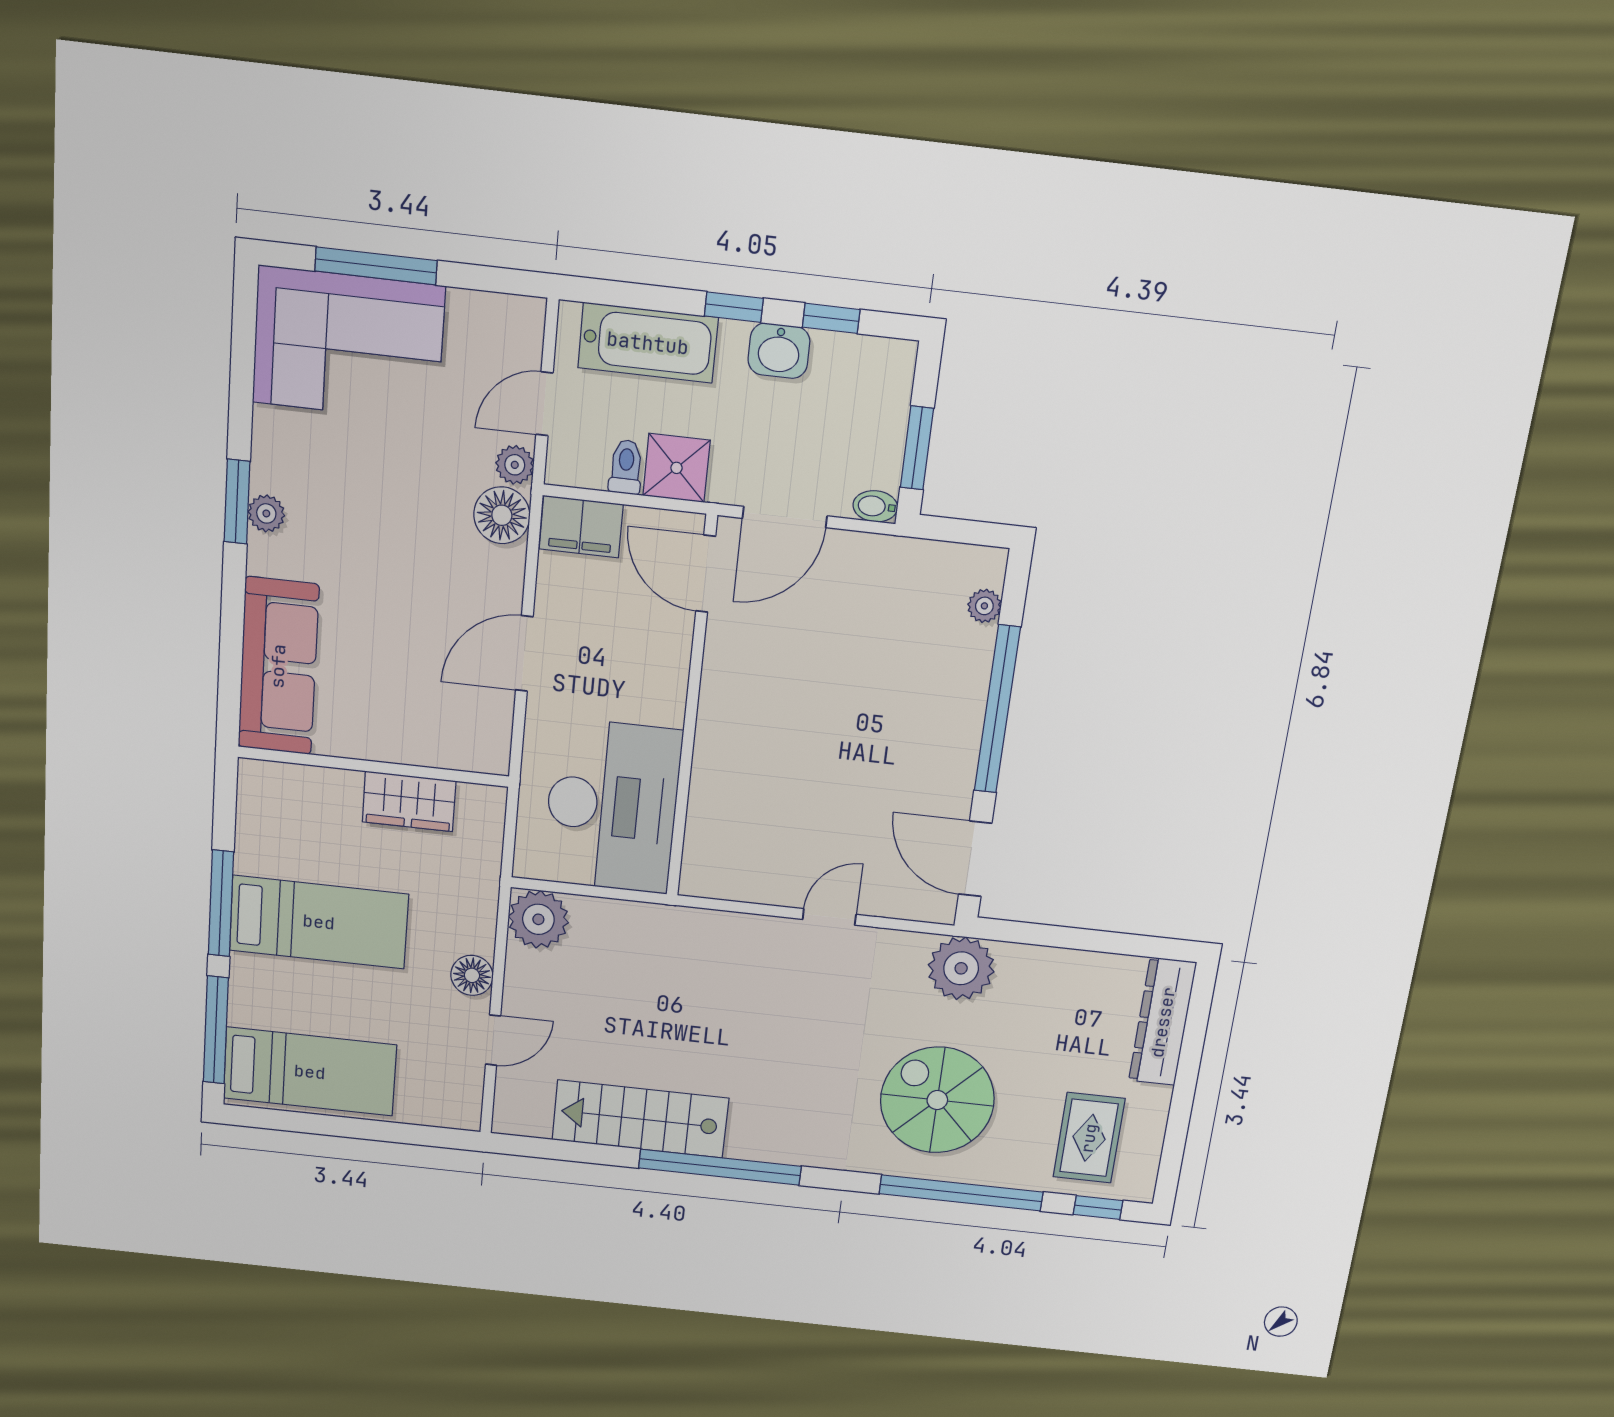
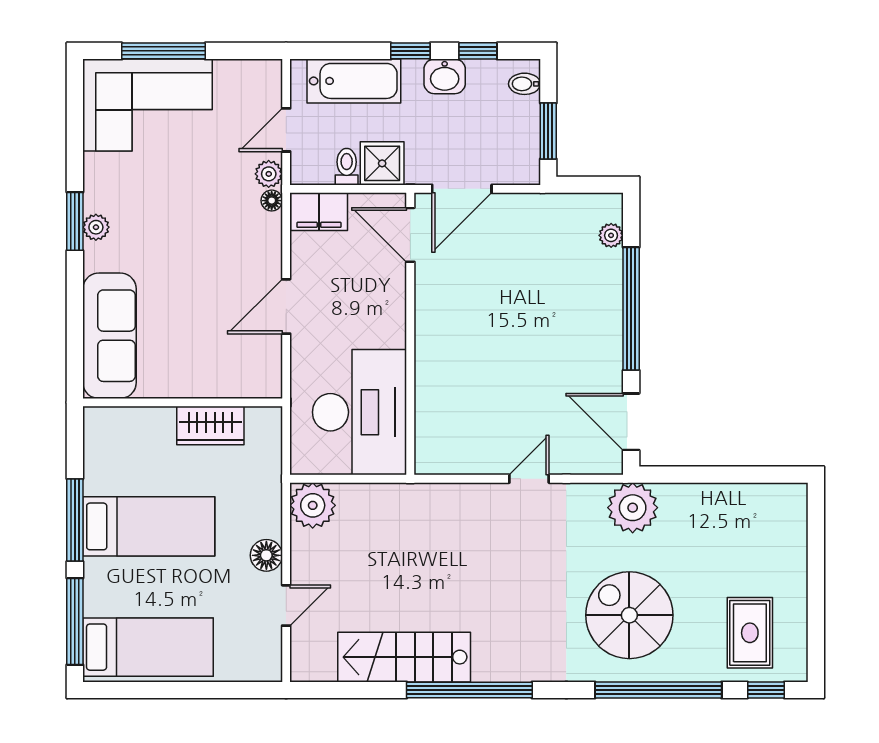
bidet: (875, 506) -> (524, 84), moved
floor lamp: (502, 515) -> (272, 201), width x0.53, depth x0.53
dresser: (1163, 1022) -> (790, 532), removed

